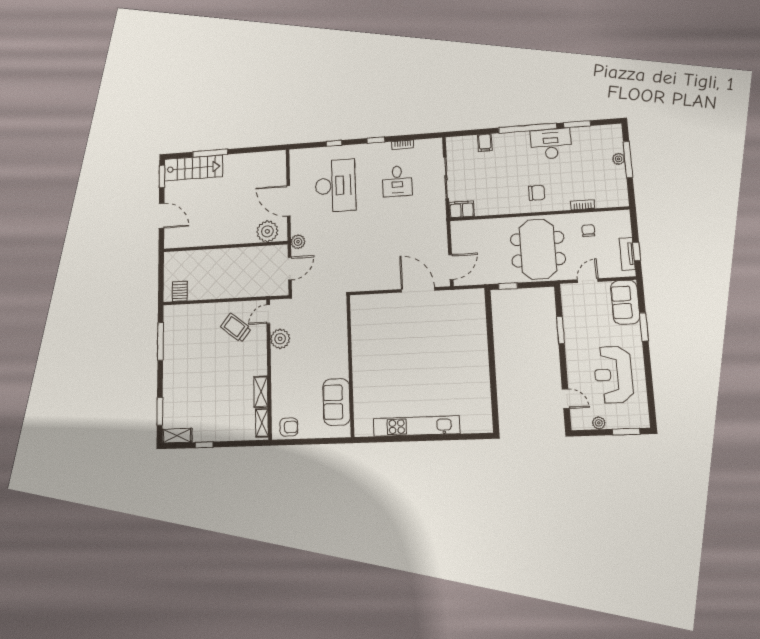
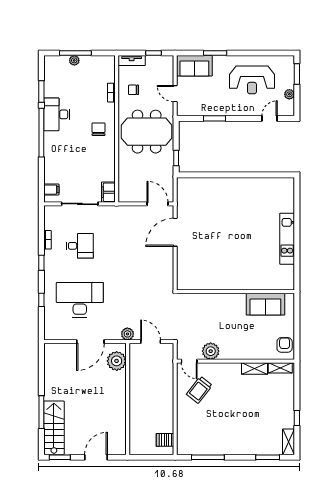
filing cabinet: (485, 143) -> (51, 190), moved
tv unit: (627, 254) -> (132, 61), moved
kitchen unit: (416, 426) -> (287, 239), width x0.73

